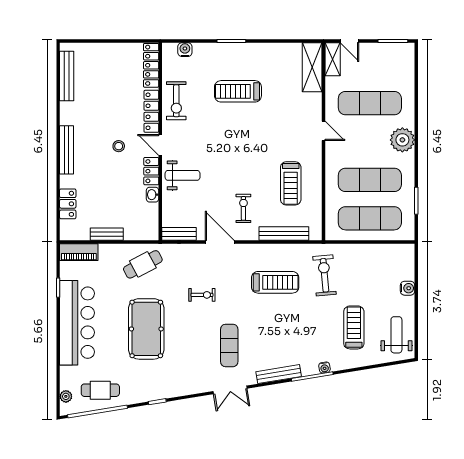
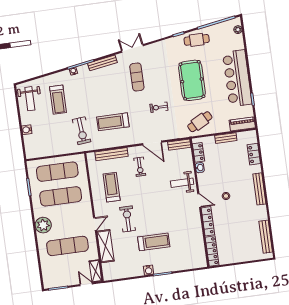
water cooler: (185, 50) -> (148, 270), moved
shelving: (312, 67) -> (105, 246), moved
exercise bike: (176, 101) -> (128, 219), moved
door: (324, 131) -> (95, 224), swing flipped
locker: (151, 171) -> (199, 152), moved
cafe table: (100, 390) -> (197, 40), moved

